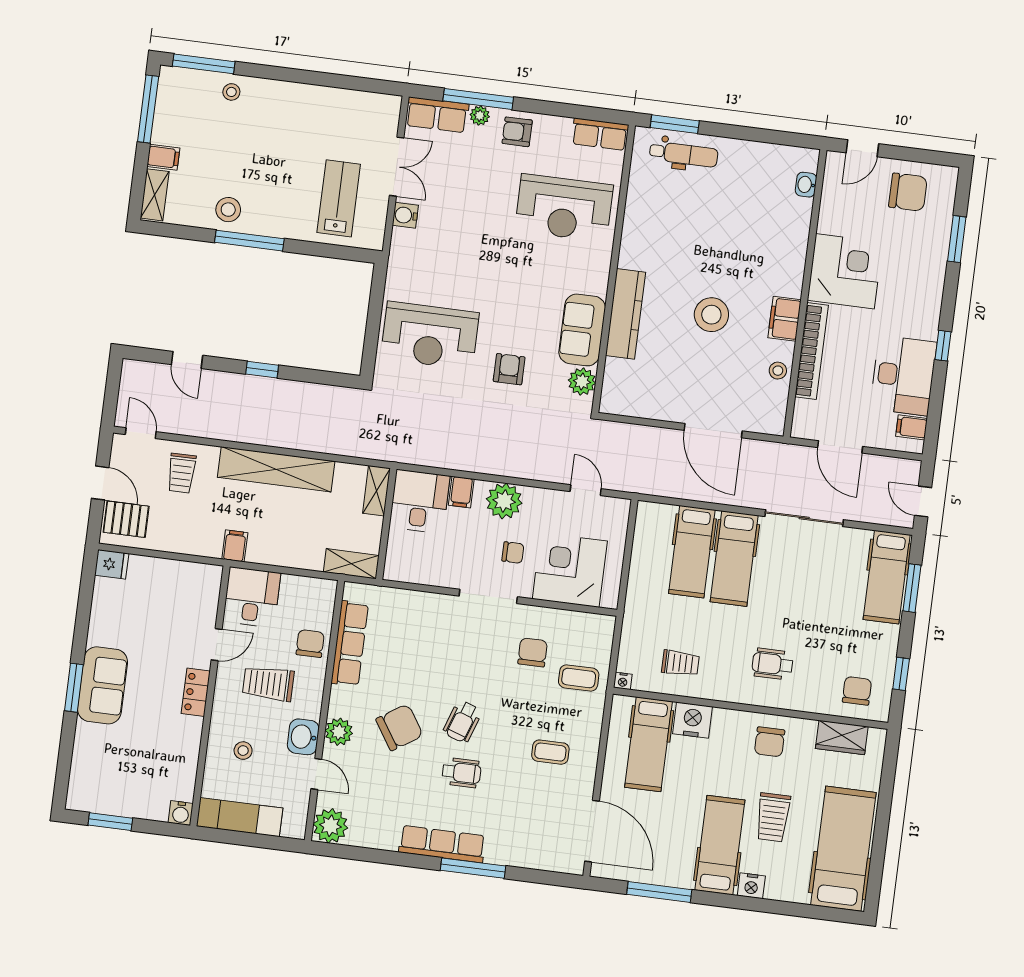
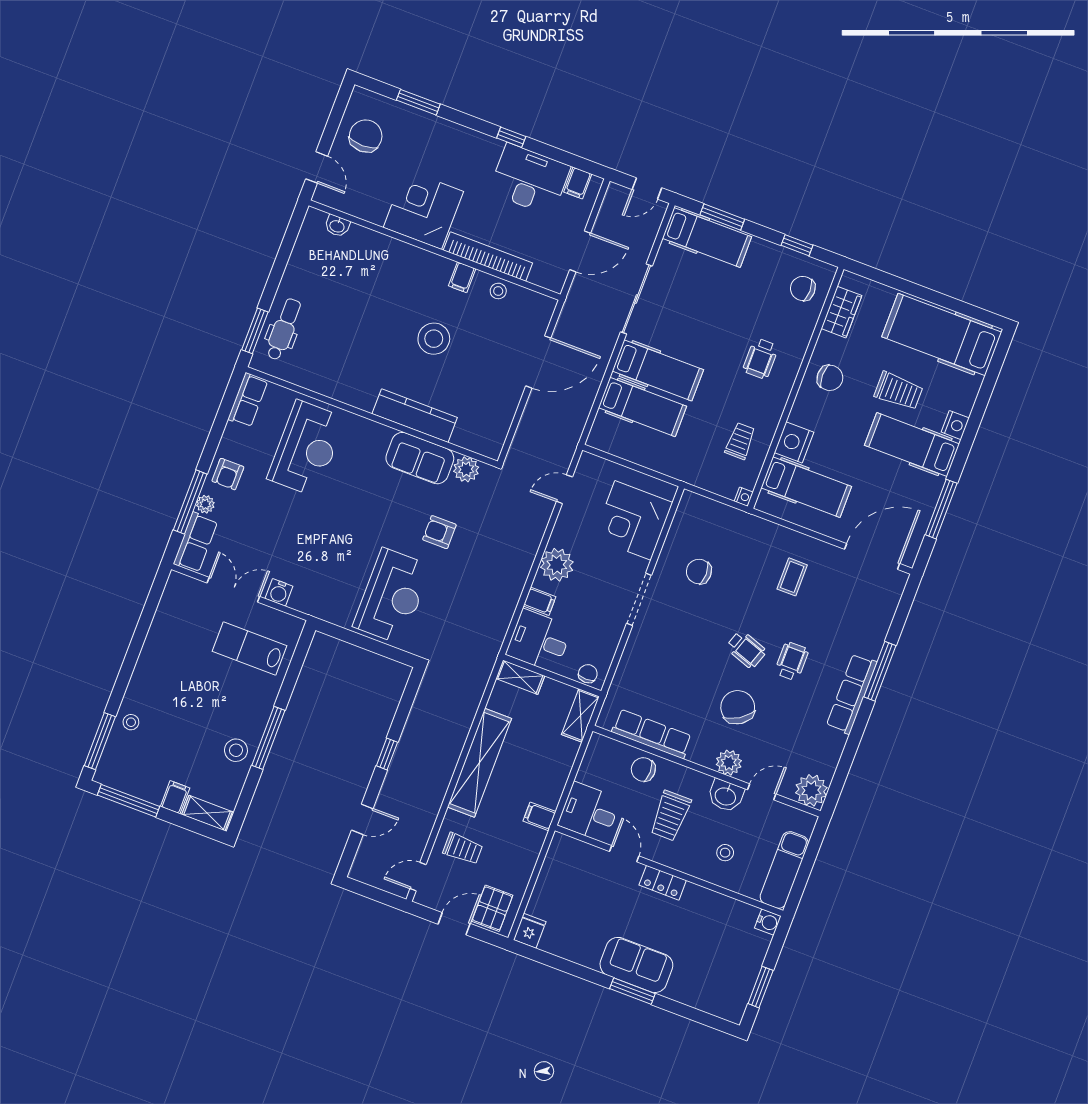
filing cabinet: (785, 319) -> (462, 277), width x0.50
chair: (513, 553) -> (588, 674), moved
coffee table: (579, 678) -> (732, 536), removed

